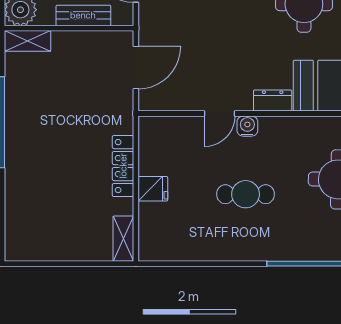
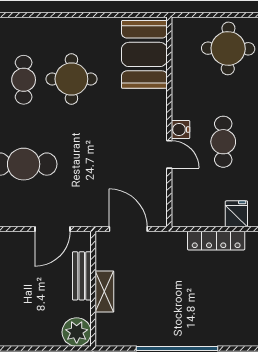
shelving: (27, 41) -> (104, 292), moved
dresser: (273, 101) -> (158, 107), removed
cafe table: (246, 194) -> (223, 142), moved

